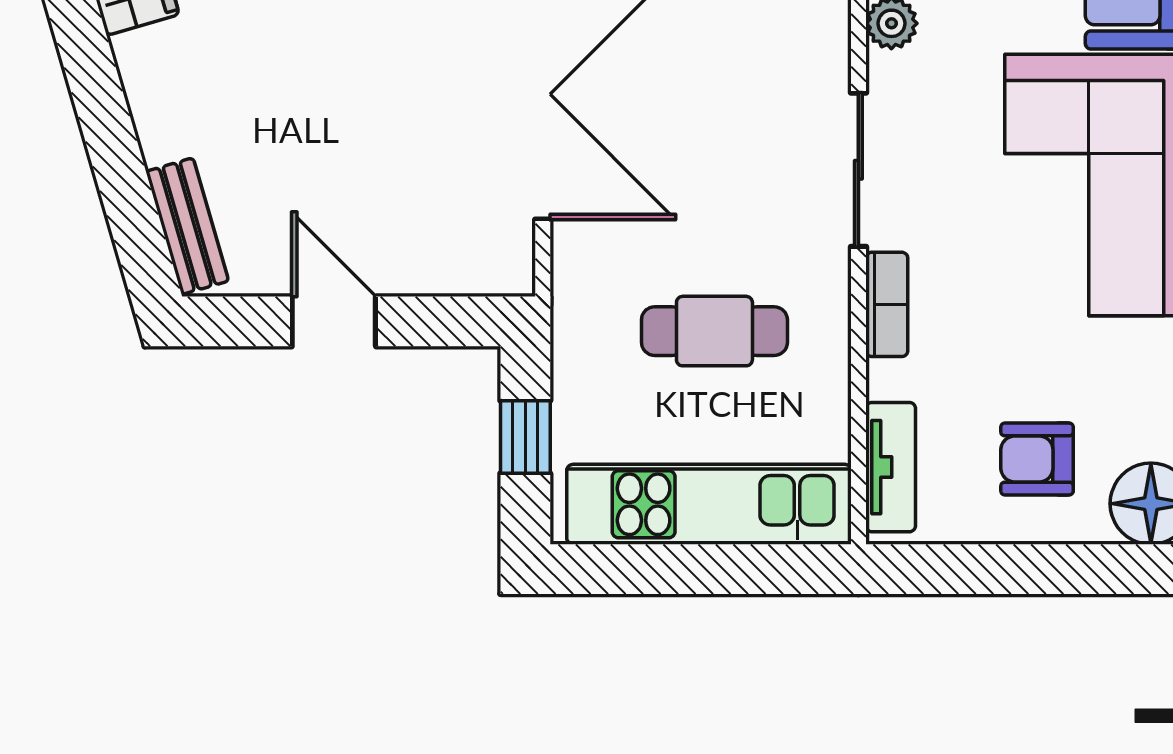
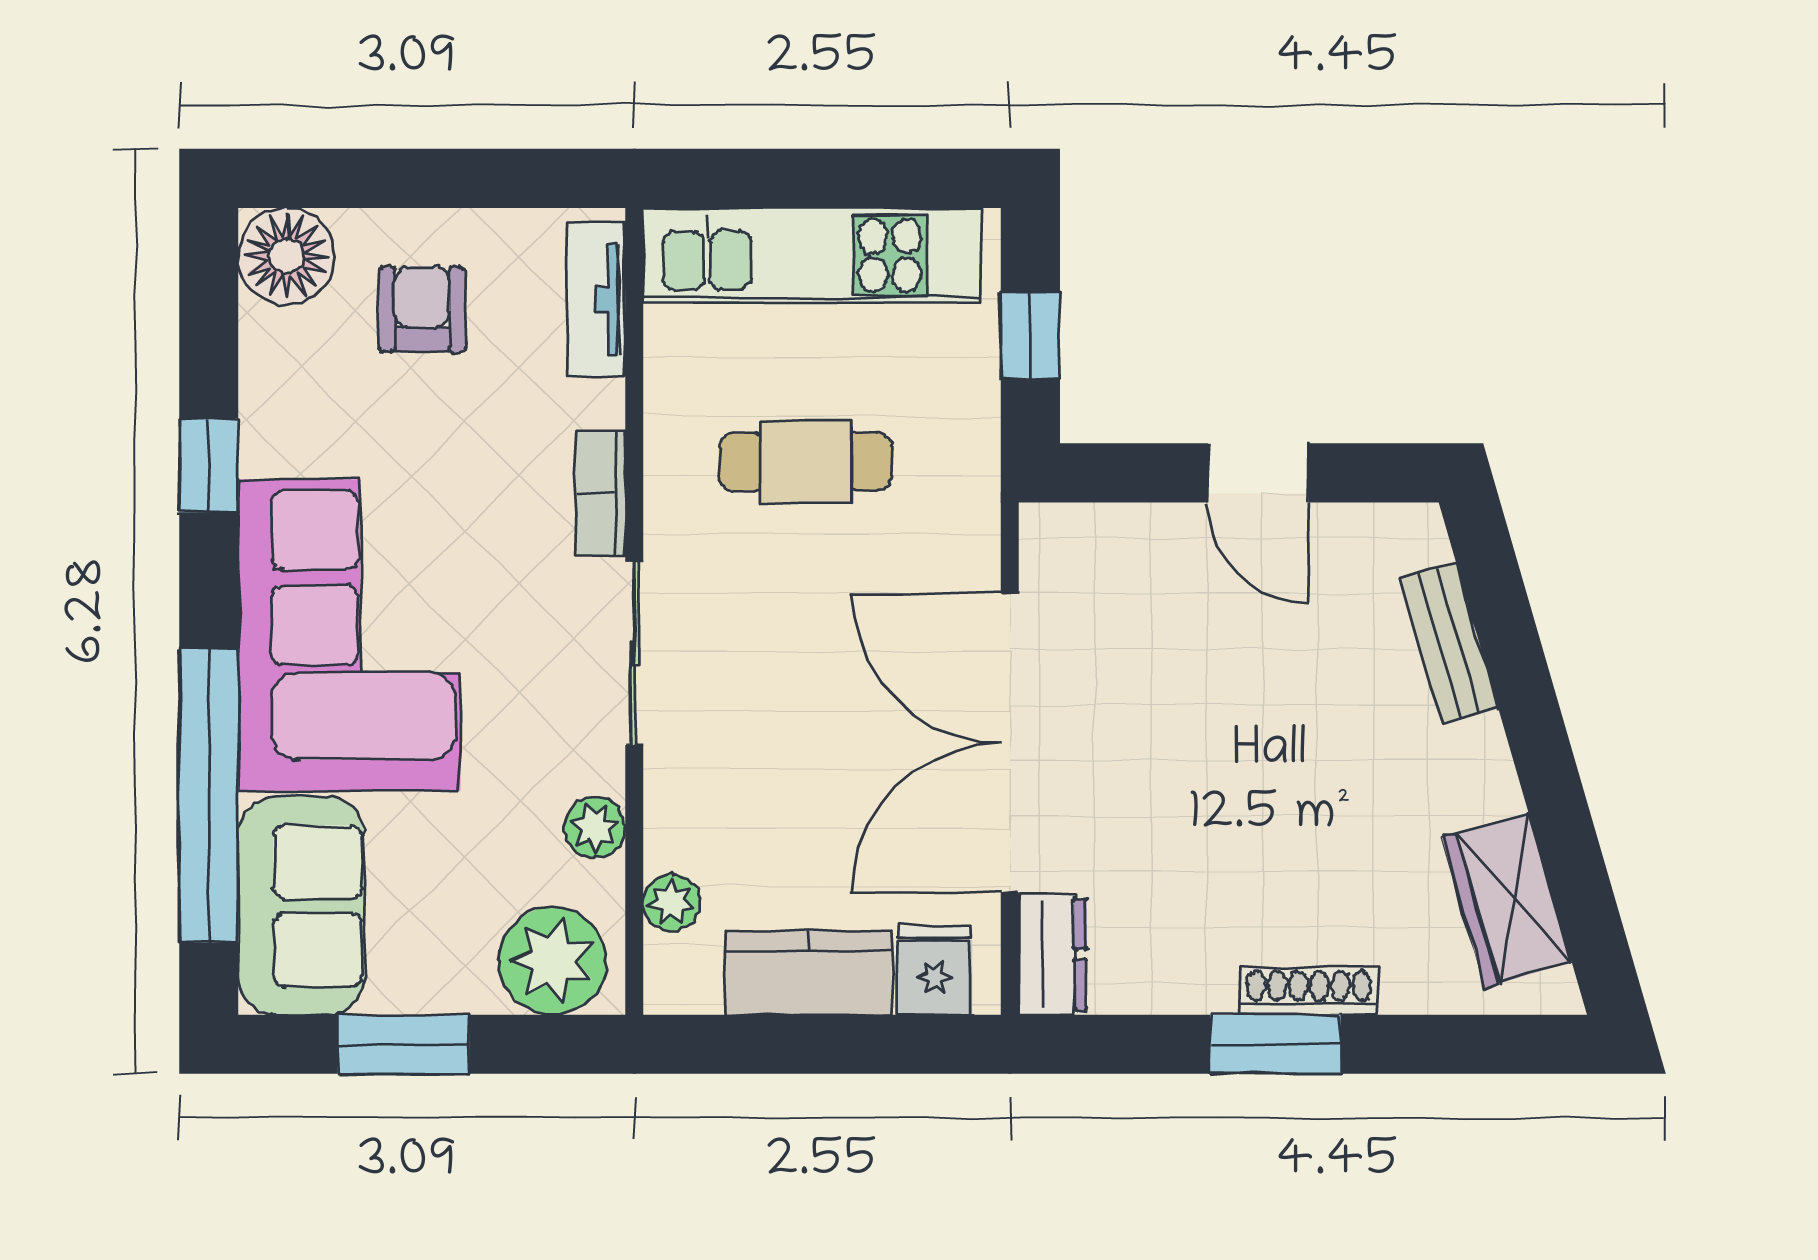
bench: (187, 226) -> (1449, 643), moved
armchair: (1037, 459) -> (422, 309), turned -90

